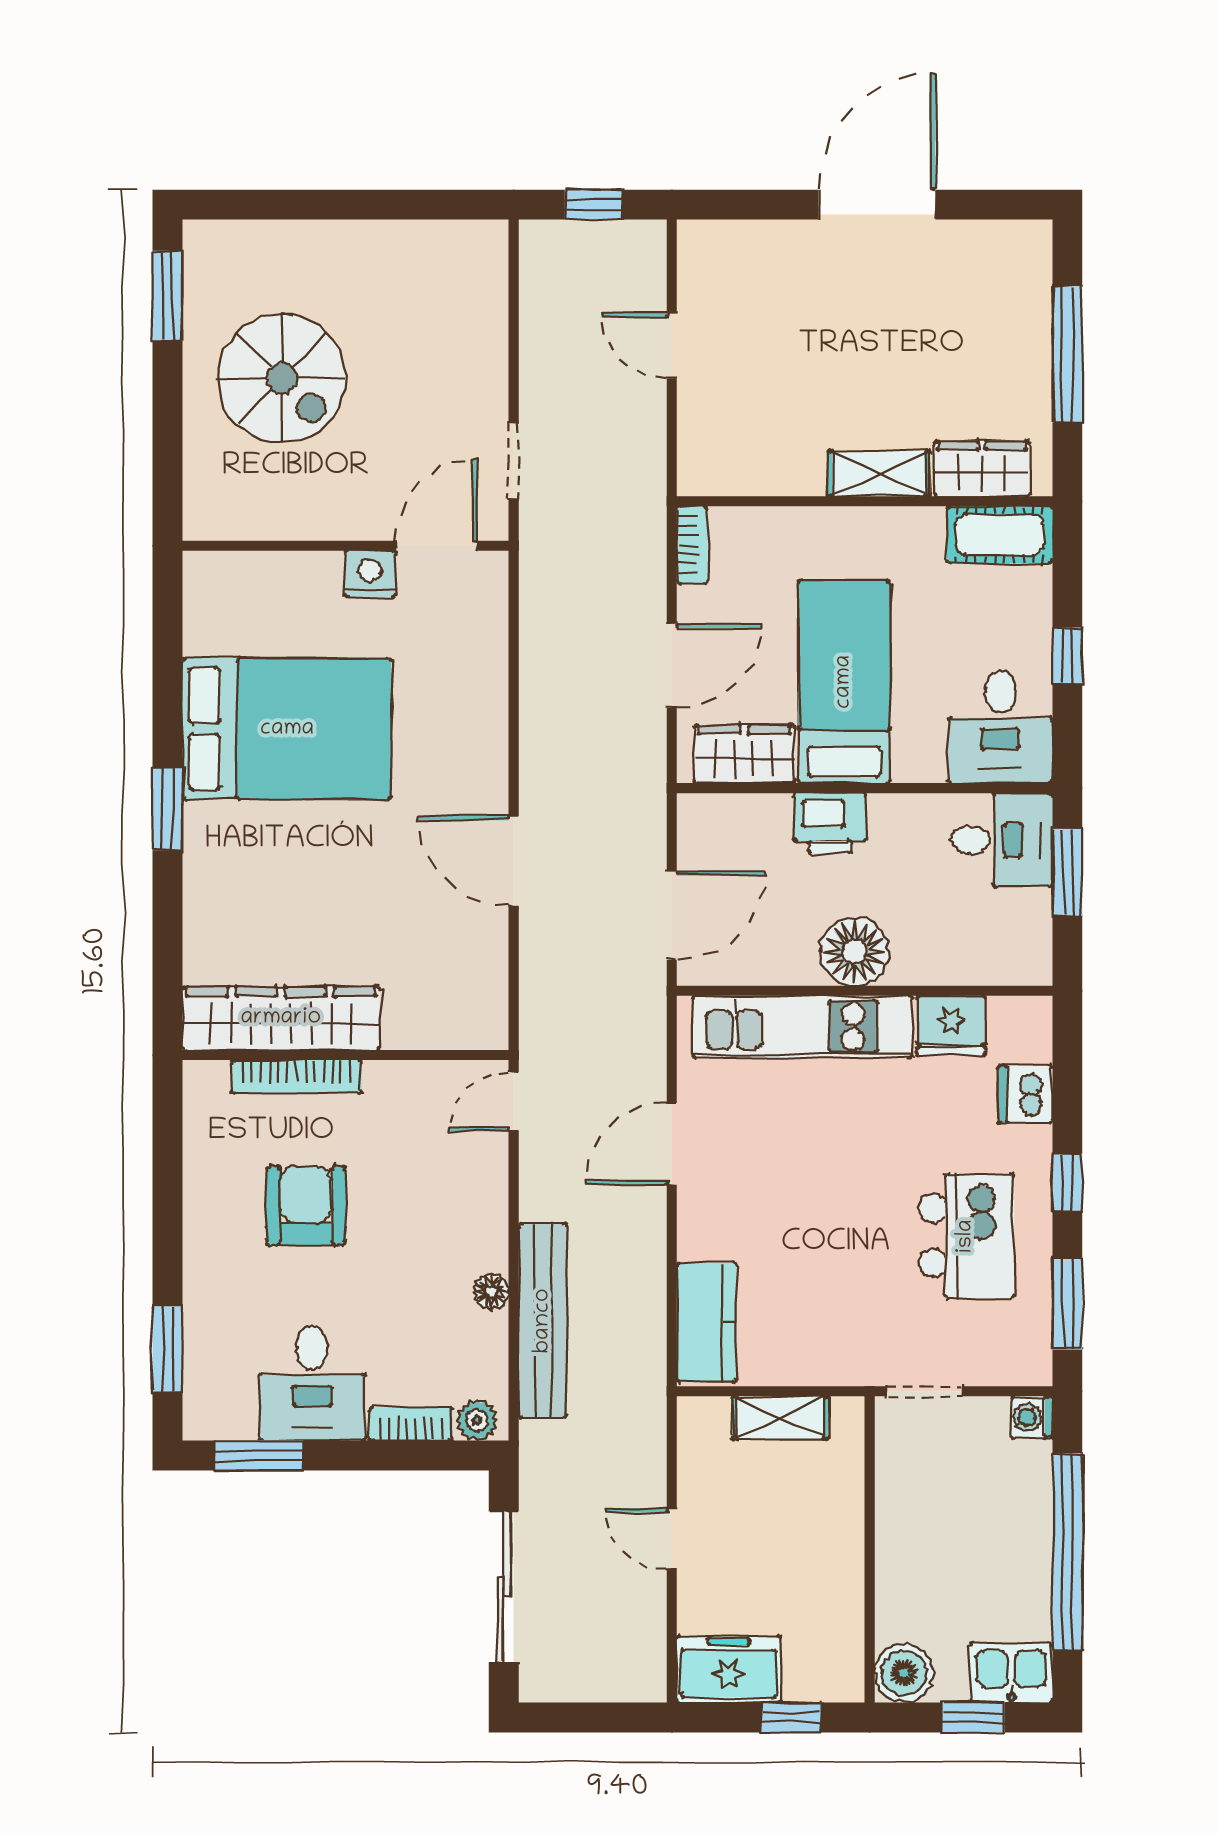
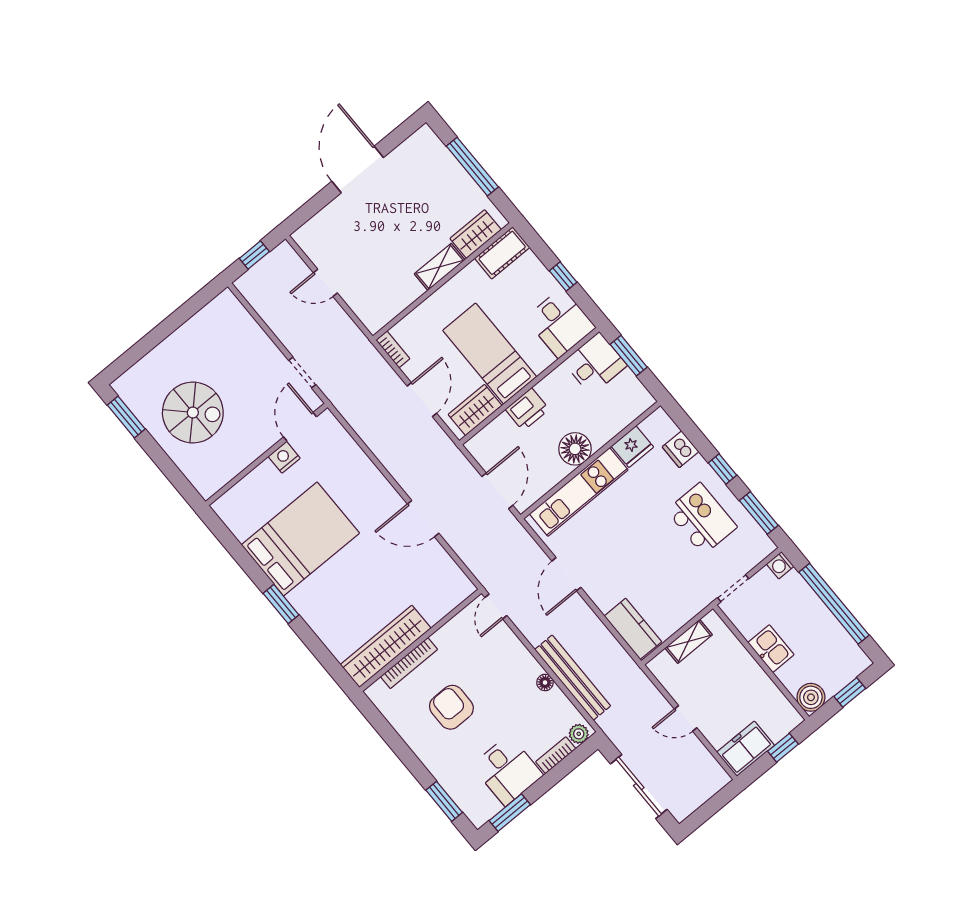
kitchen sink: (1011, 1673) -> (771, 649), moved, turned 90

